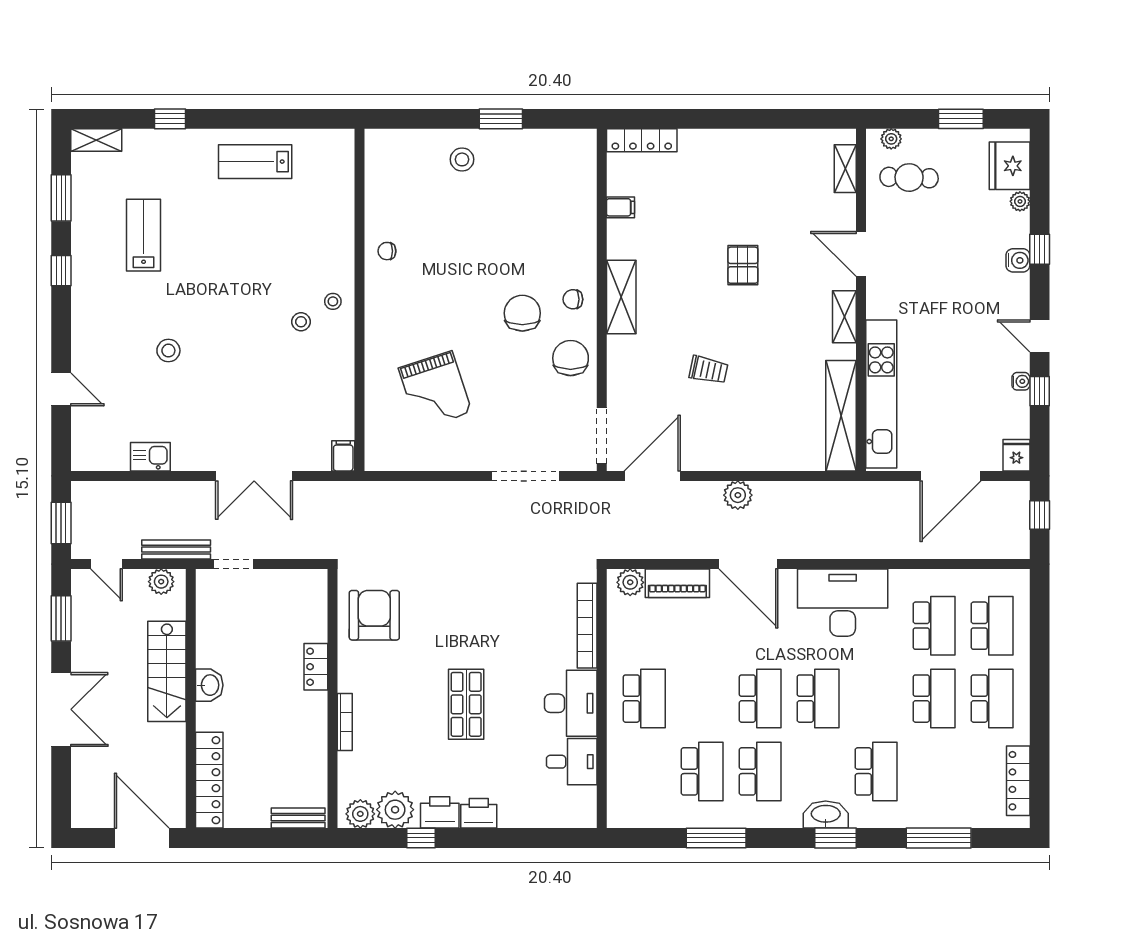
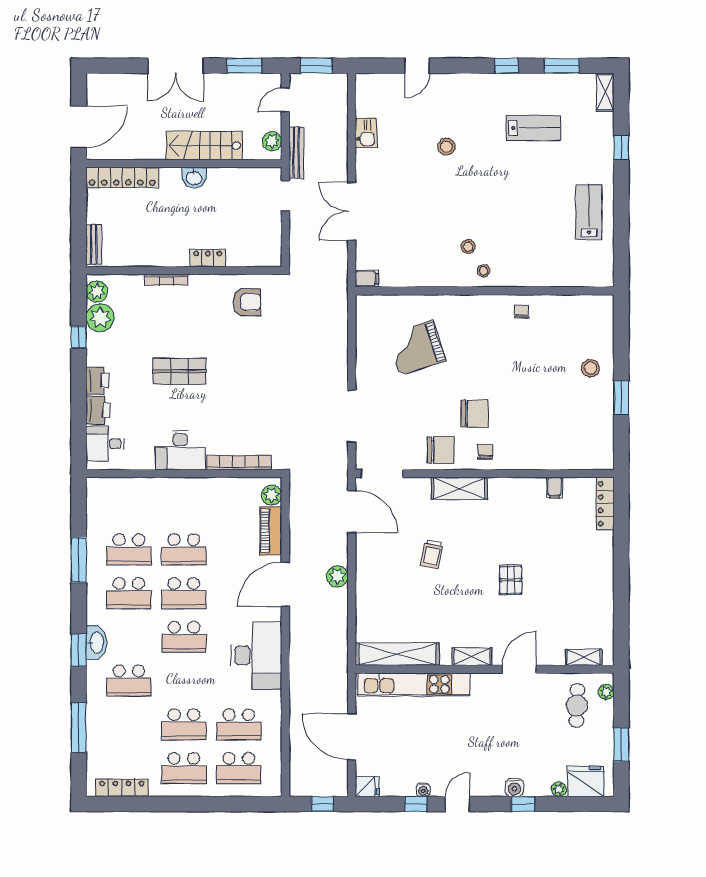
pallet: (743, 265) -> (511, 580), turned 90
shelving: (621, 297) -> (459, 488), moved
armchair: (374, 615) -> (247, 302), width x0.73, depth x0.73
school desk: (644, 699) -> (184, 549), moved
desk: (572, 762) -> (105, 444), moved, turned 90
printer: (440, 812) -> (98, 410), moved

